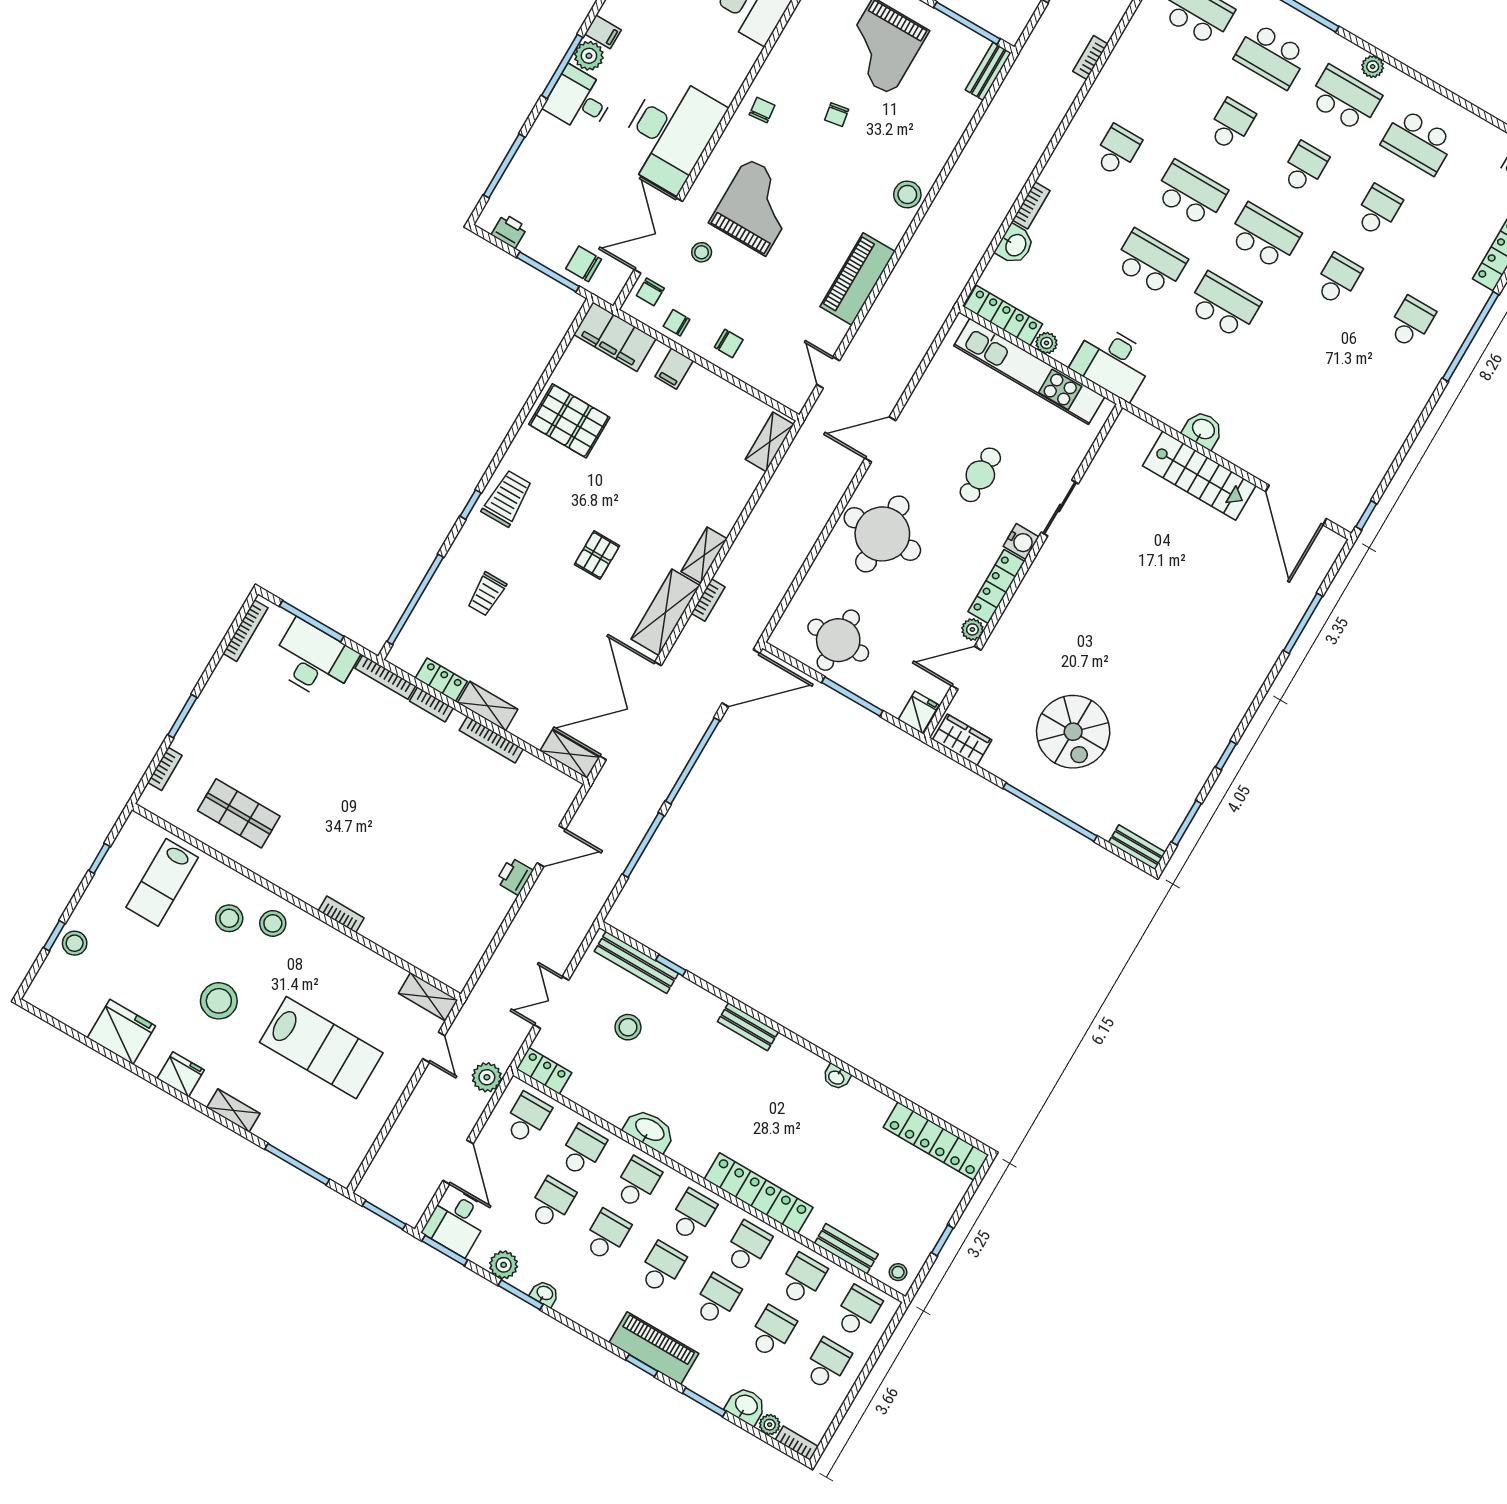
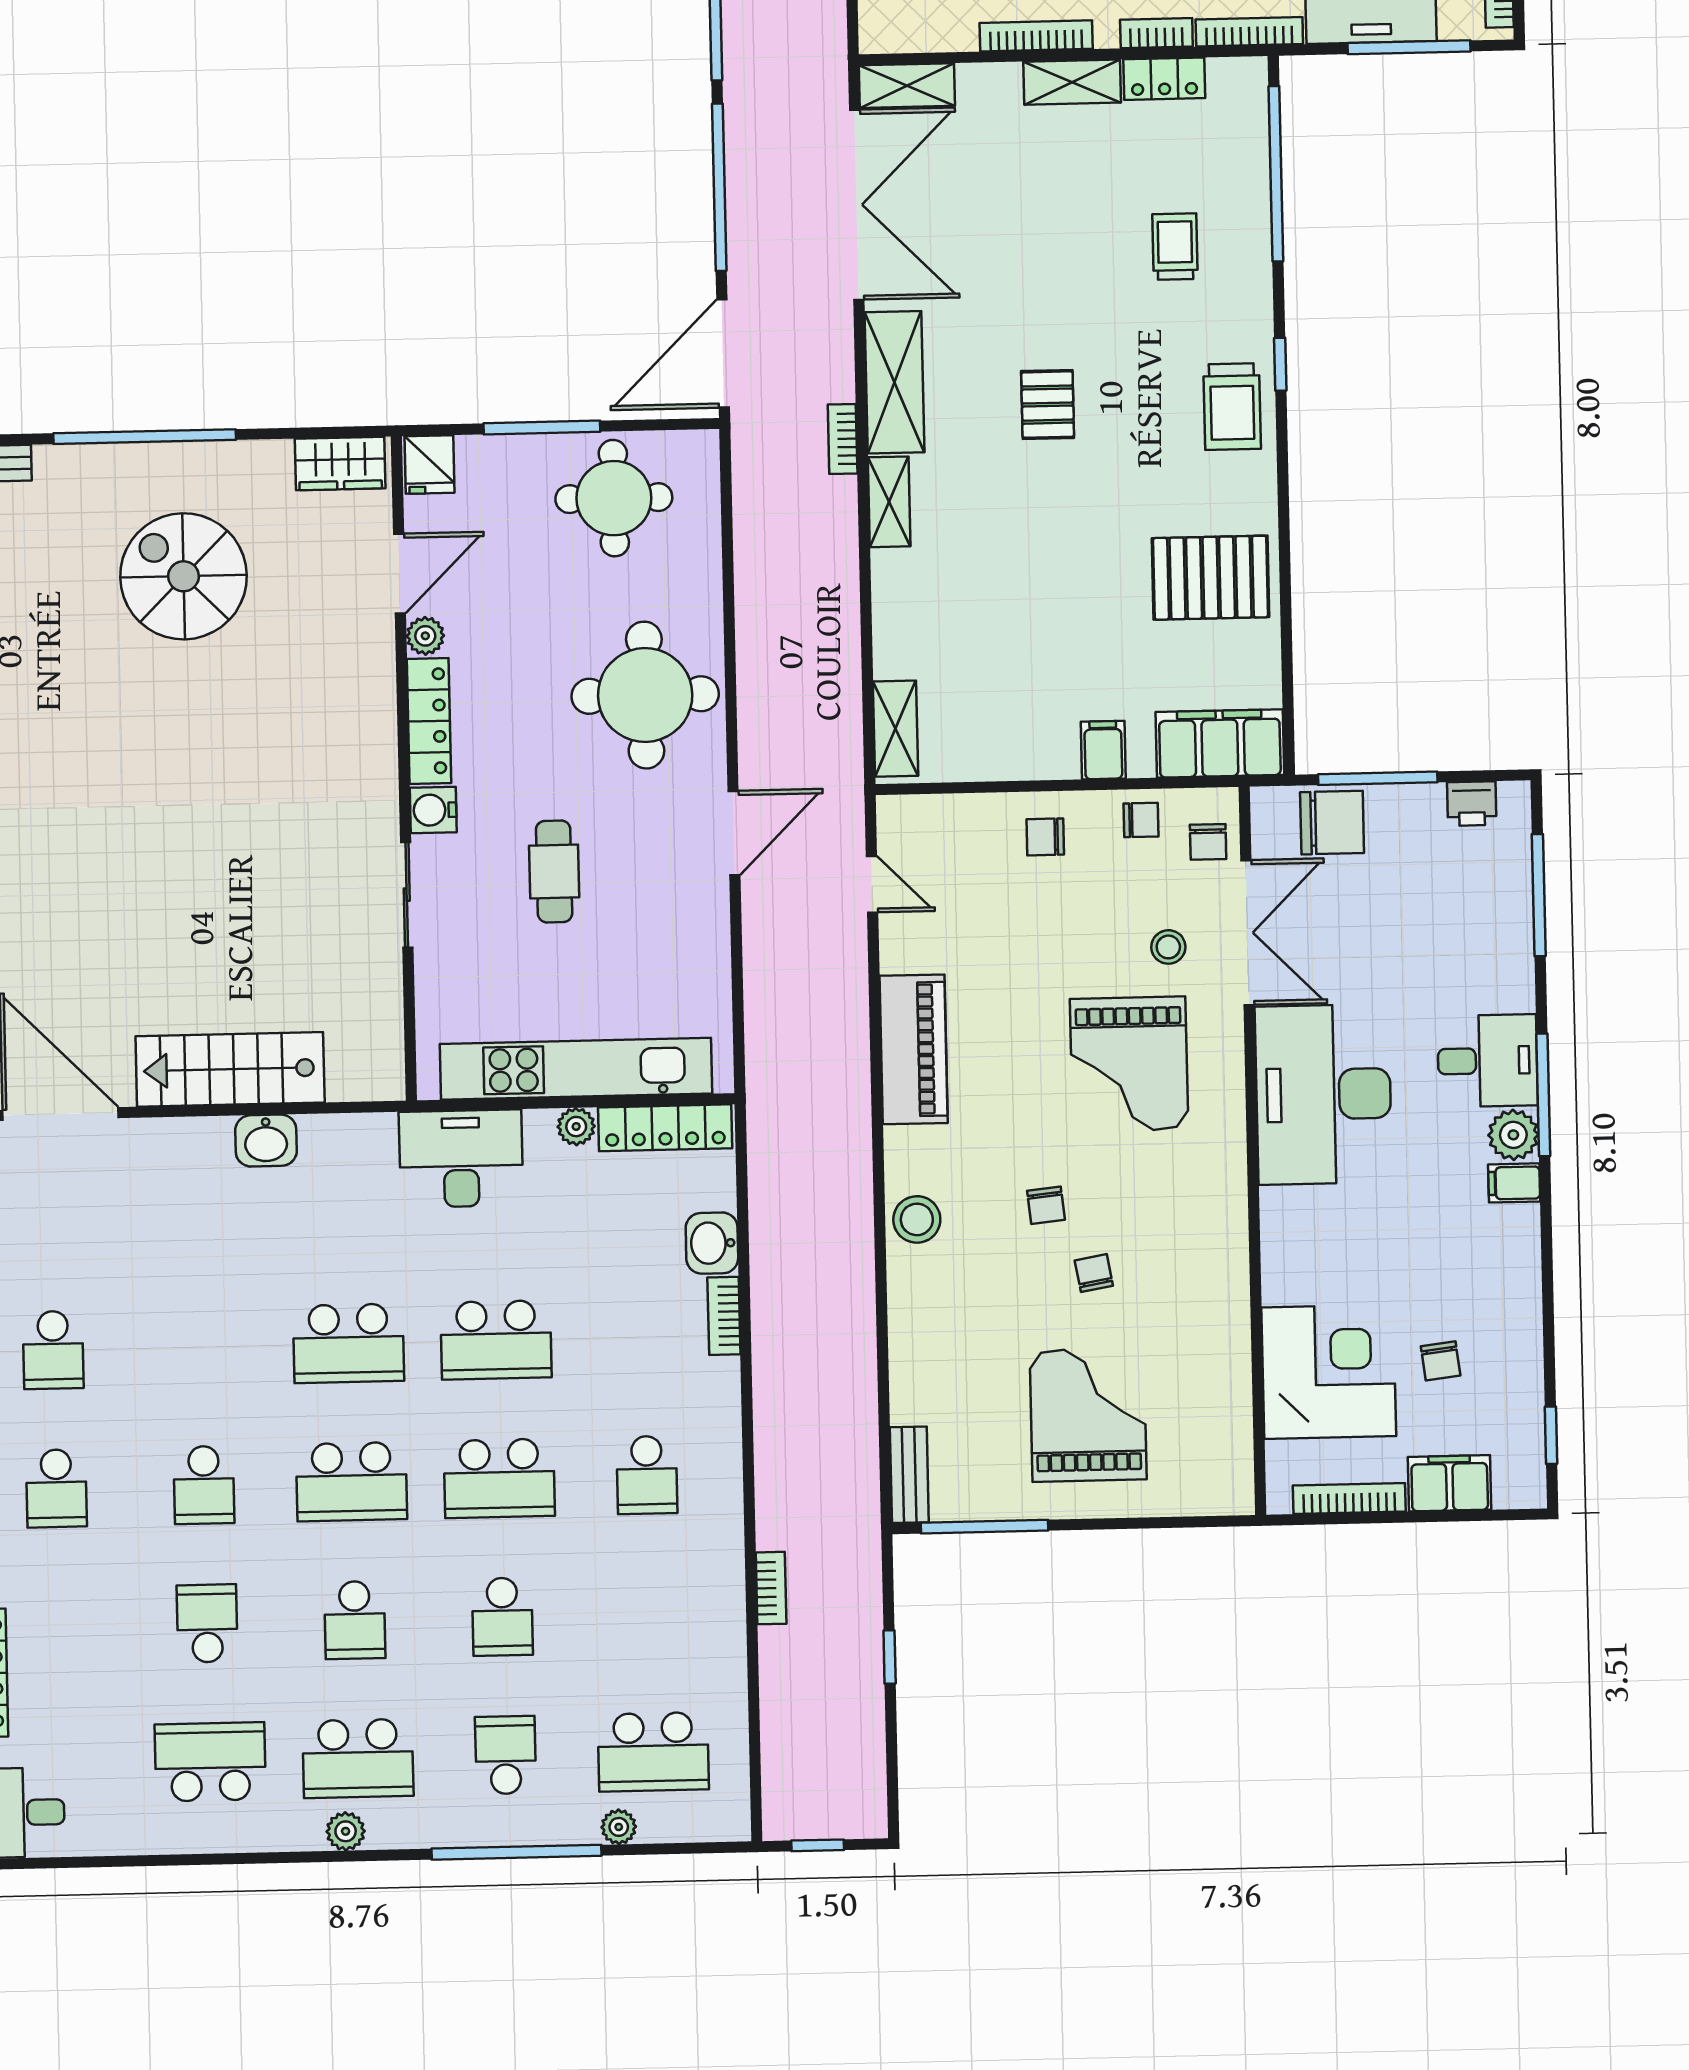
school desk: (1271, 56) -> (506, 1755), width x0.54
chair: (762, 110) -> (1046, 1205), moved
school desk: (1378, 210) -> (207, 1623), turned 180
chair: (584, 264) -> (1332, 823), width x1.37, depth x1.37
chair: (650, 292) -> (1208, 842), turned 180
school desk: (1371, 391) -> (53, 1350), added

